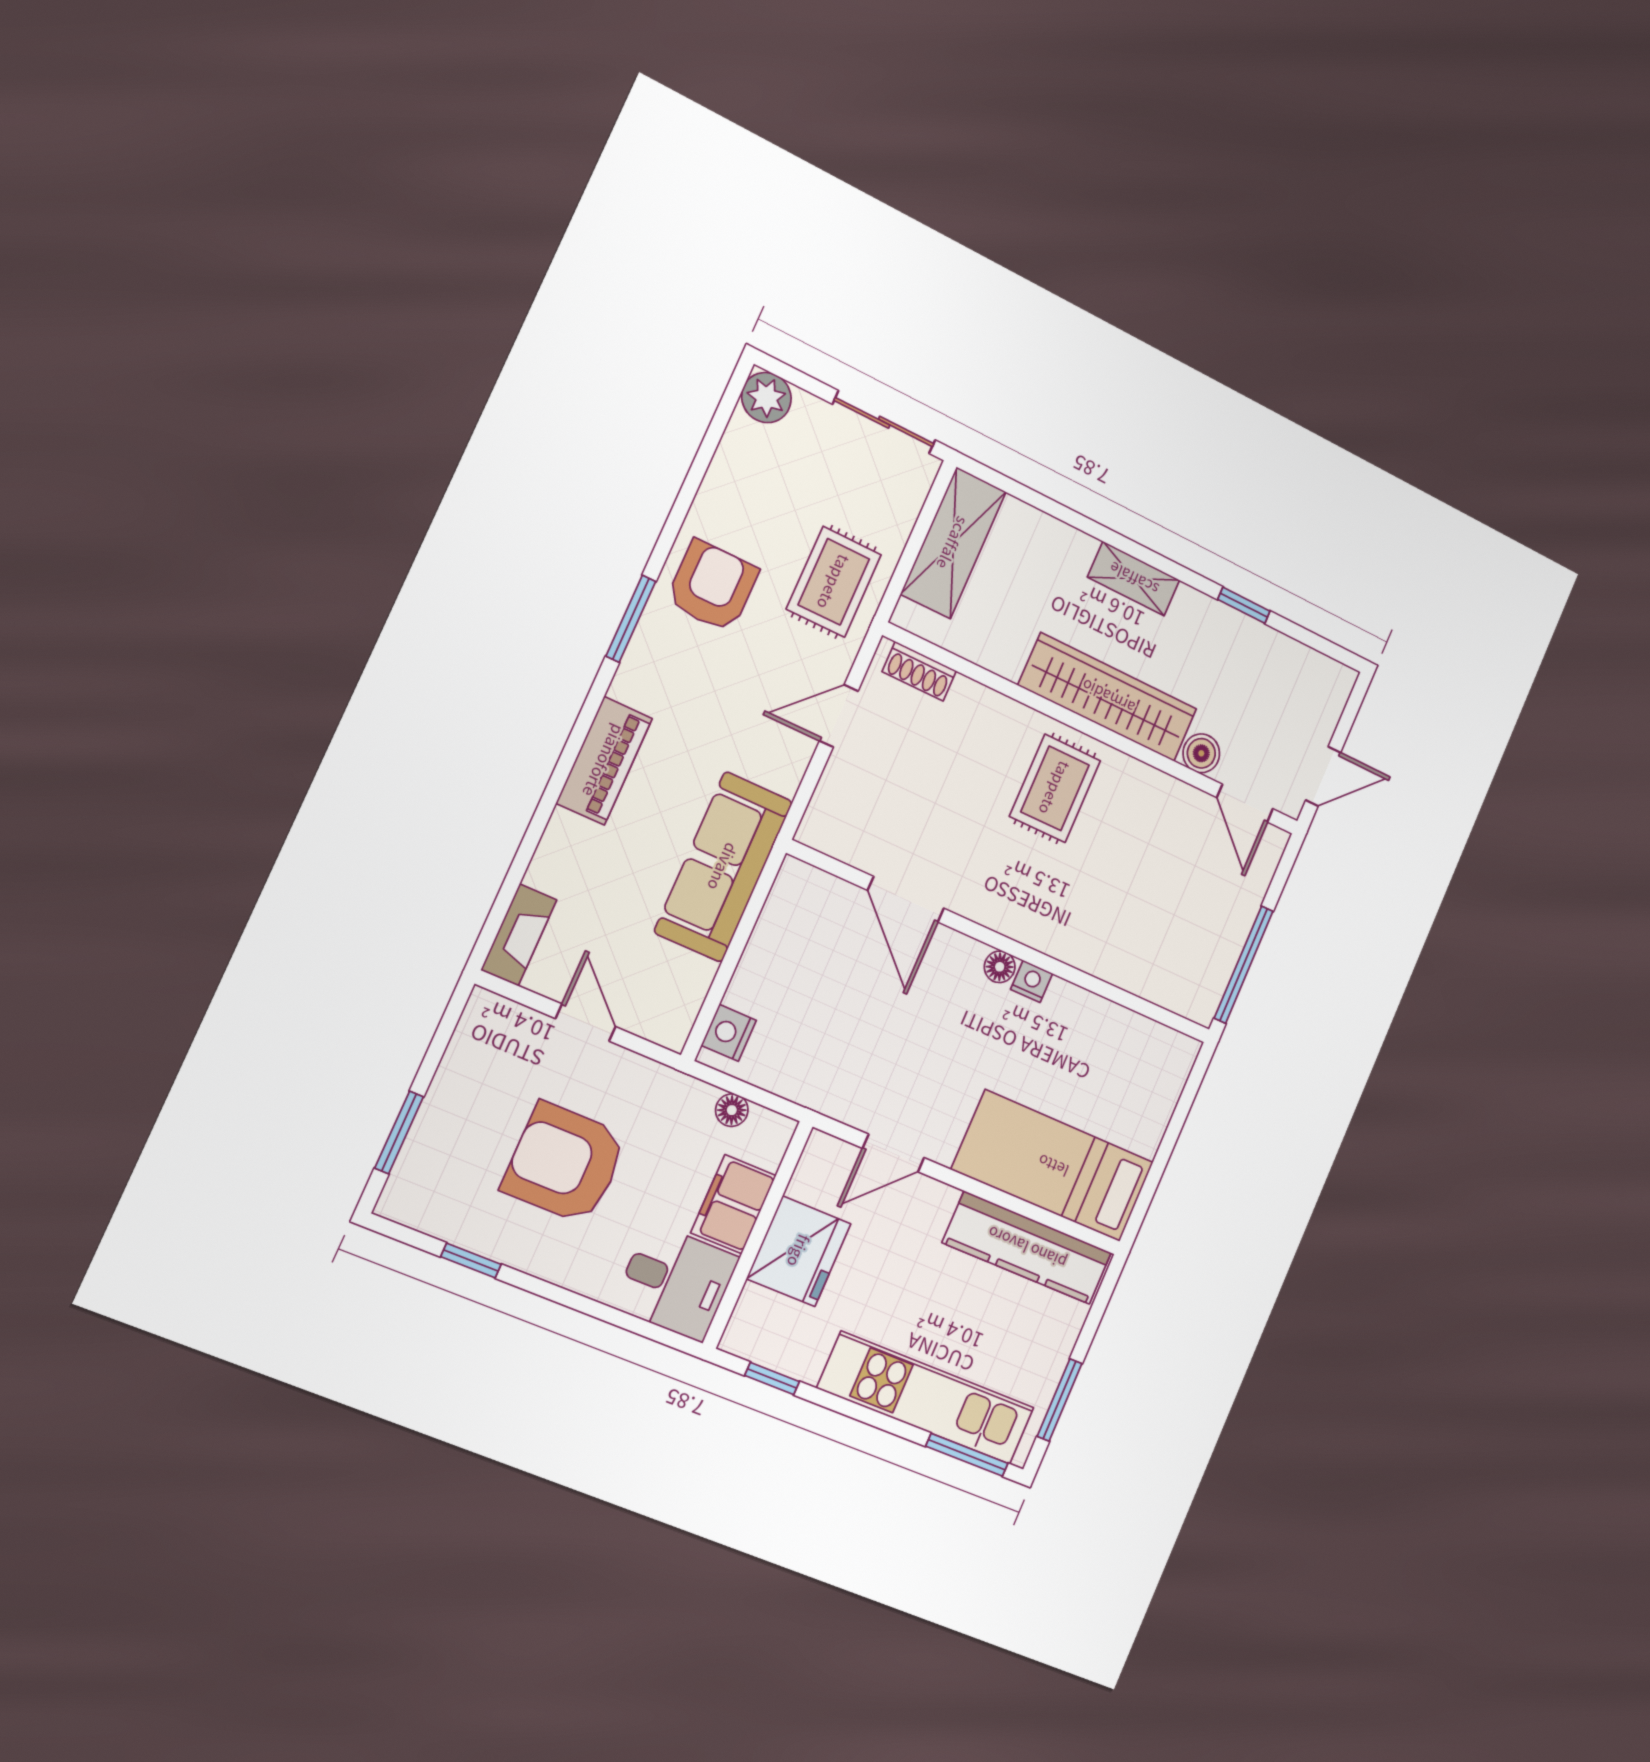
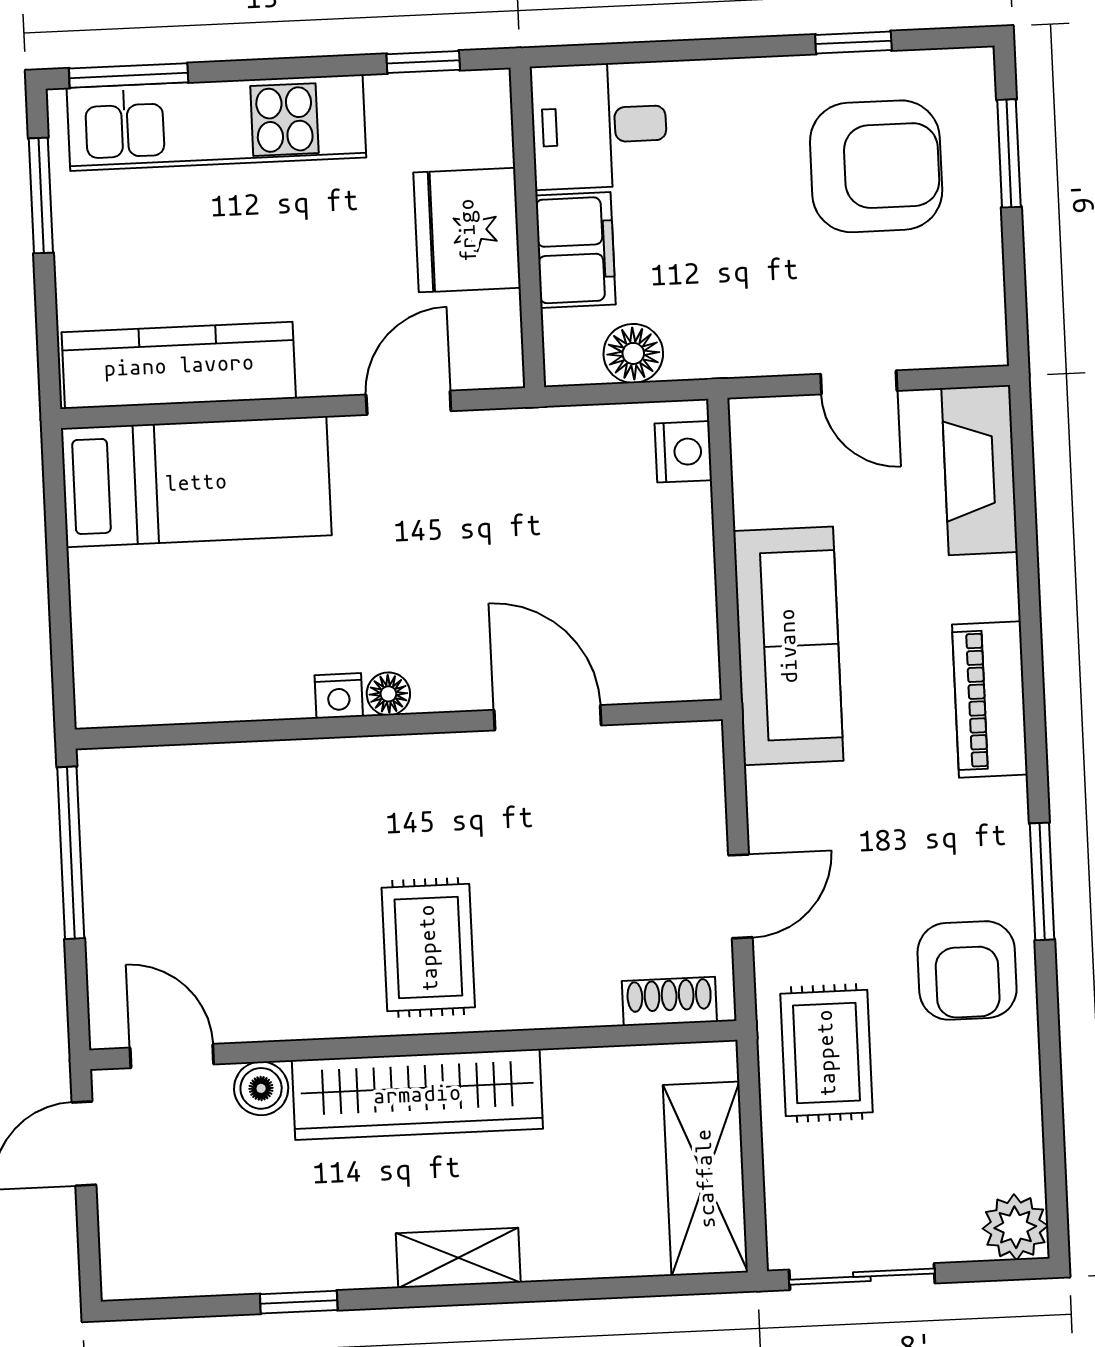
fireplace: (519, 935) -> (979, 470), width x1.37, depth x1.32
floor lamp: (732, 1110) -> (633, 353), width x1.37, depth x1.37
armchair: (565, 1163) -> (876, 166), moved

